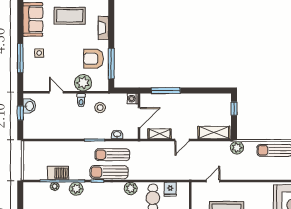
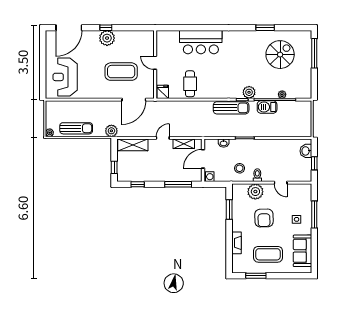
armchair: (93, 59) -> (264, 218), moved, turned 89
window: (111, 64) -> (229, 209), width x0.69
window: (209, 91) -> (138, 184), added
washbasin: (29, 106) -> (306, 151), moved
sun lounger: (112, 155) -> (228, 124), removed
barbecue: (58, 173) -> (267, 107), moved
door: (213, 181) -> (134, 100), width x1.87
plant: (131, 188) -> (211, 93), removed
plant: (76, 189) -> (249, 92), moved
fridge: (170, 189) -> (163, 92), moved

